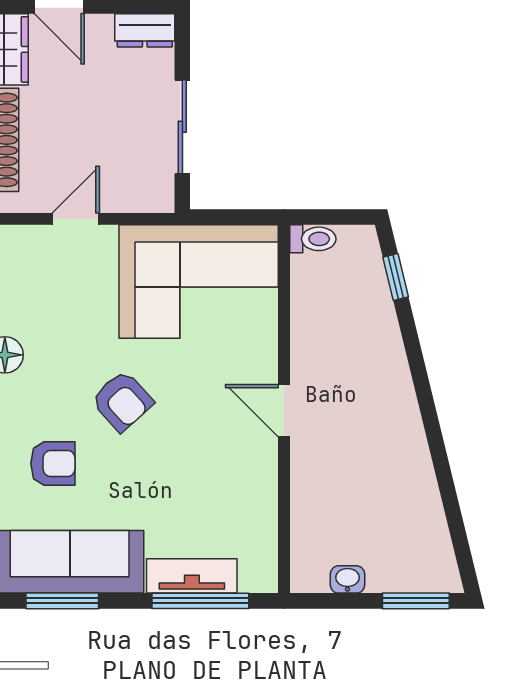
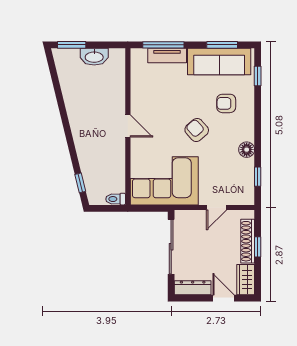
dresser: (145, 30) -> (193, 288), width x1.44
sliding door: (182, 127) -> (171, 247), width x1.37
washbasin: (348, 579) -> (94, 57), width x1.91, depth x1.45

